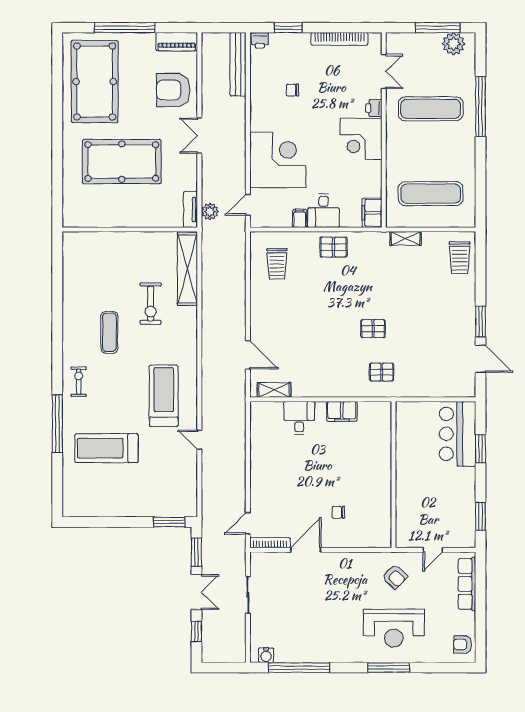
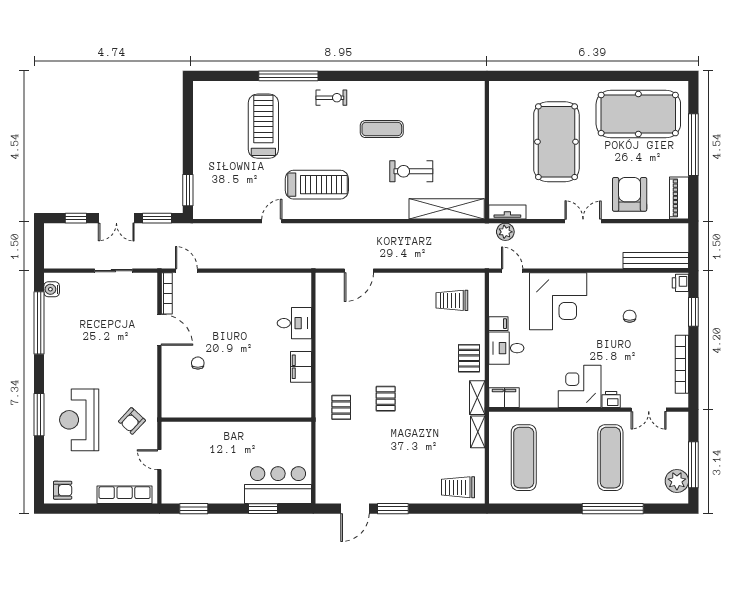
shelving: (274, 390) -> (477, 398), moved
armchair: (463, 645) -> (63, 490), turned 90

